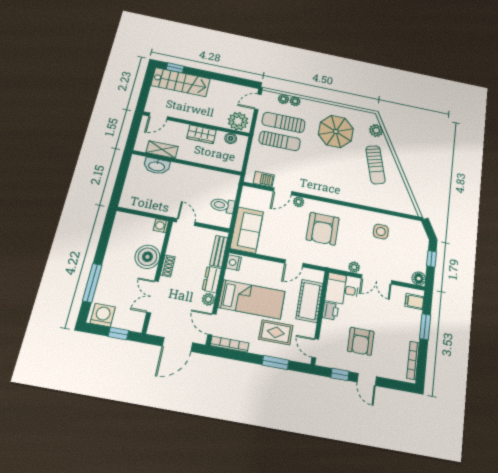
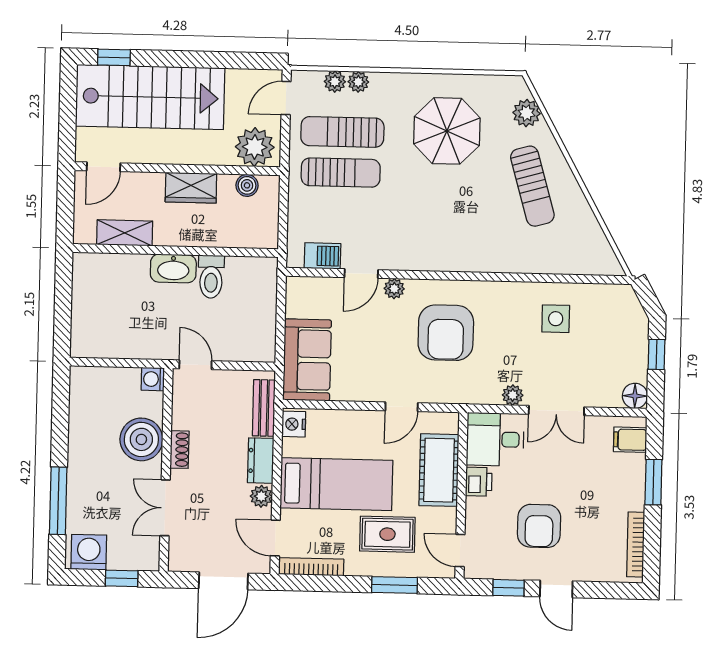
stairs: (181, 82) -> (150, 97), width x1.36, depth x1.51
washbasin: (157, 166) -> (173, 268), moved
toilet: (223, 205) -> (211, 277), moved, turned -90

